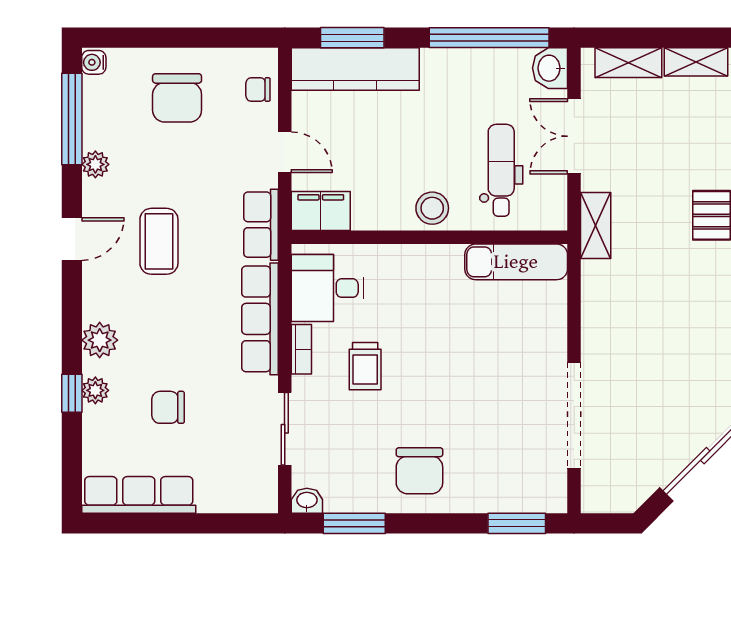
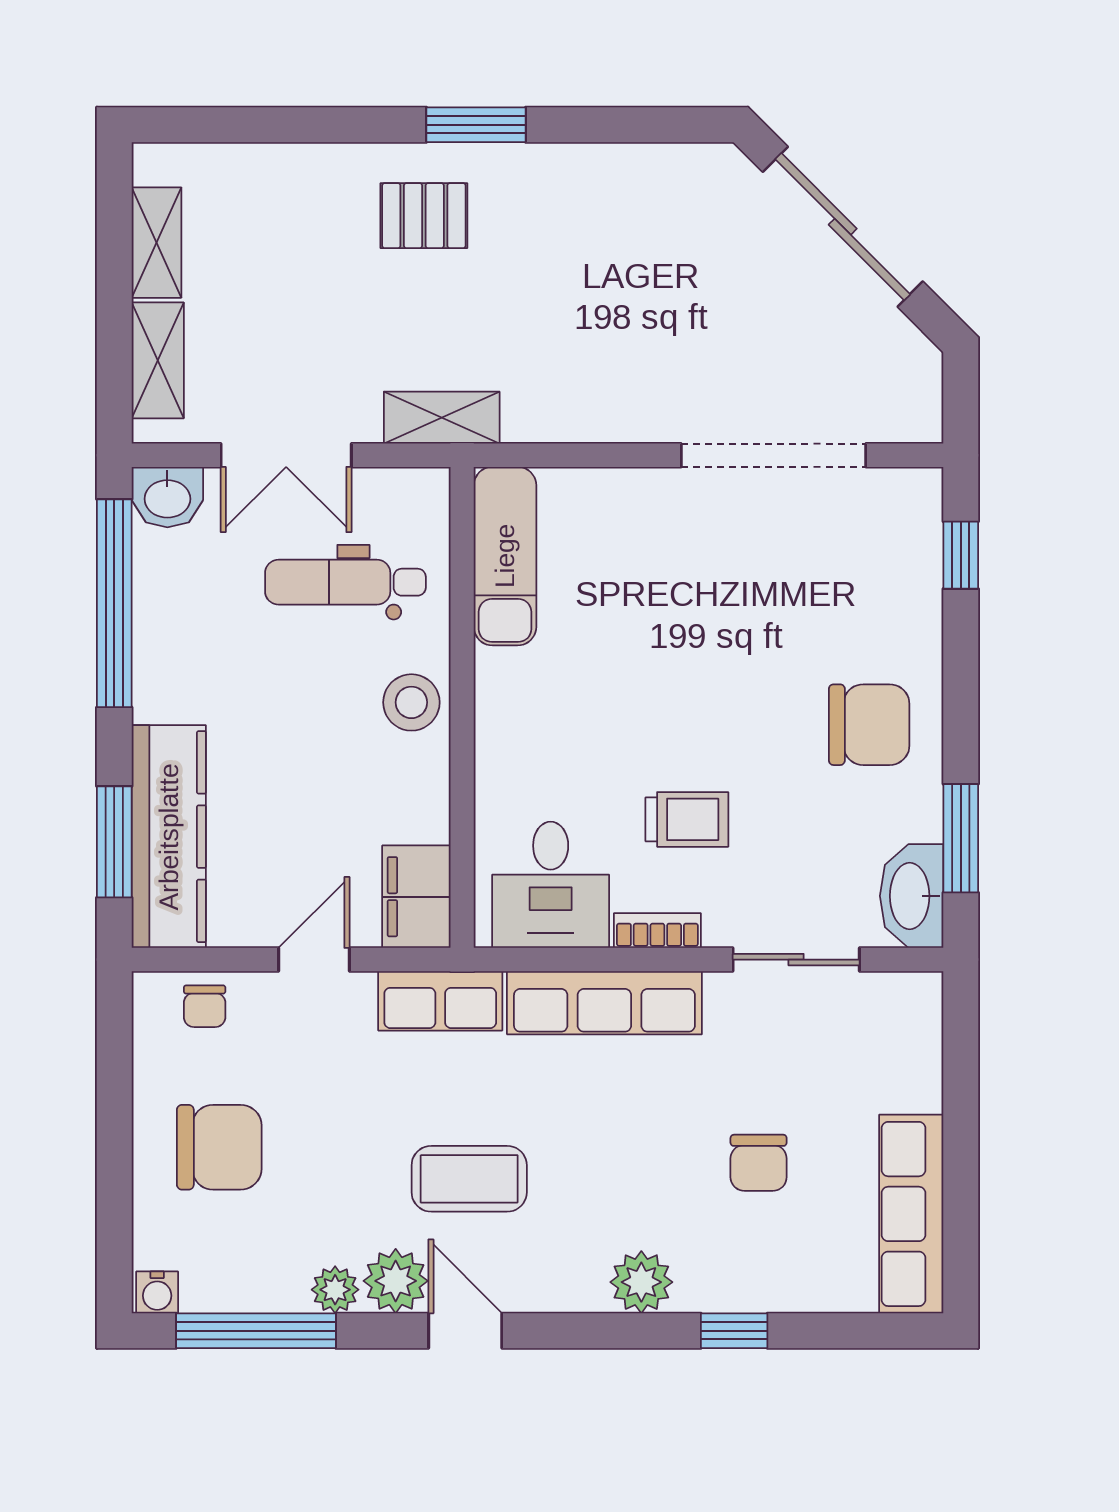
plant: (95, 390) -> (396, 1281), moved, width x1.38, depth x1.38
washbasin: (307, 501) -> (912, 896), width x1.91, depth x1.45
window: (517, 523) -> (961, 555), width x0.67

